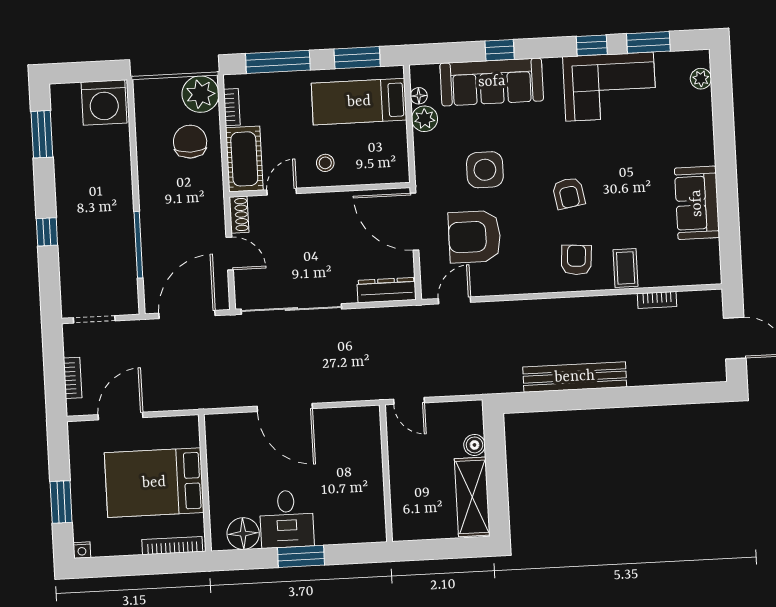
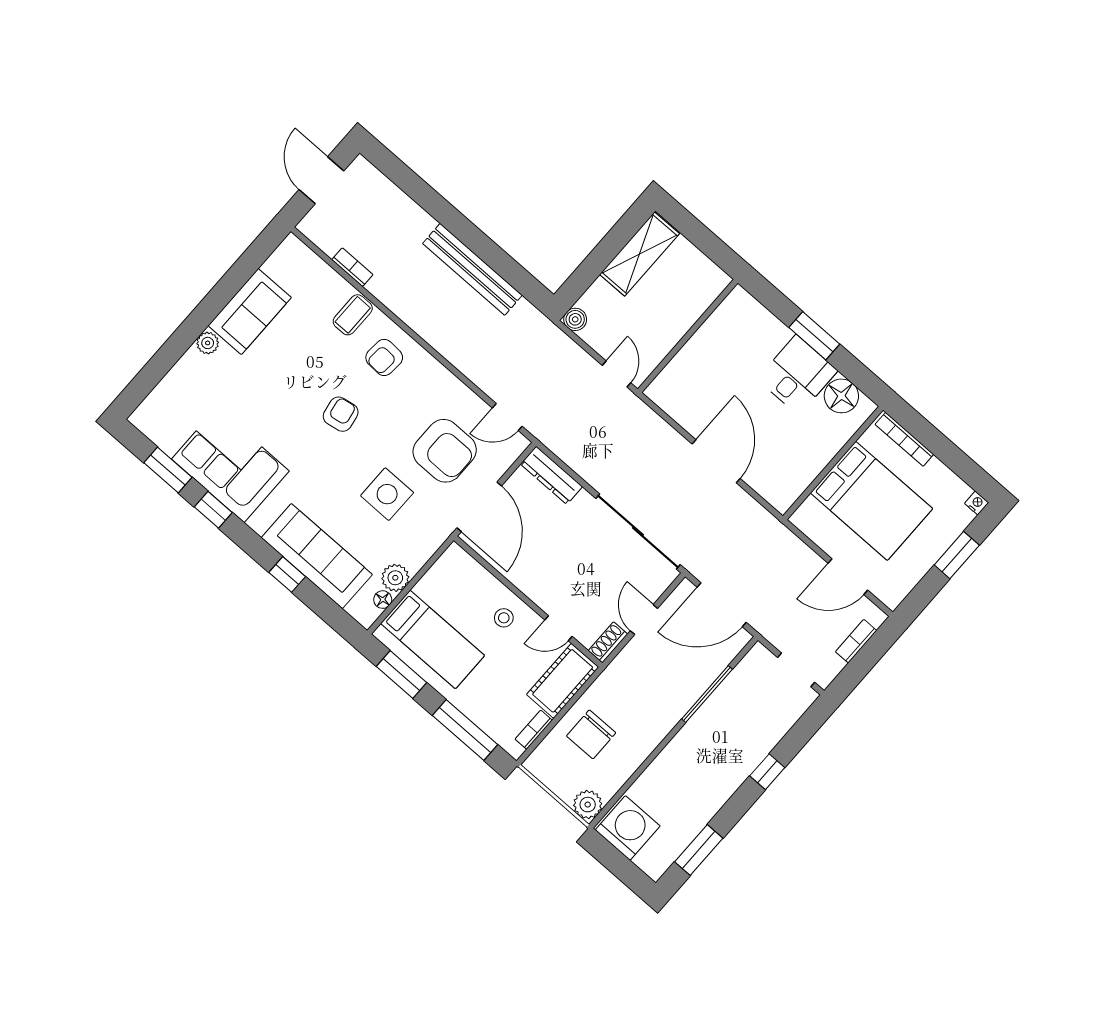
plant: (701, 79) -> (208, 343), moved
plant: (200, 94) -> (588, 805), moved, width x0.73, depth x0.73
boiler: (474, 445) -> (575, 319), moved

